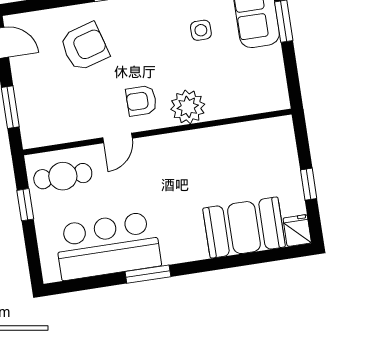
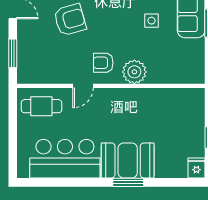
window: (25, 205) -> (13, 122), removed
booth: (244, 228) -> (128, 160), moved
window: (148, 274) -> (128, 182), moved

